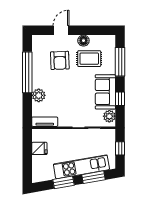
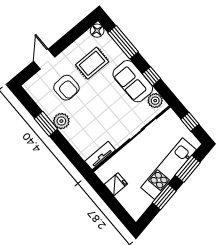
floor lamp: (83, 41) -> (97, 31), moved
window: (27, 72) -> (46, 124), width x0.47
plant: (39, 95) -> (61, 121), moved

